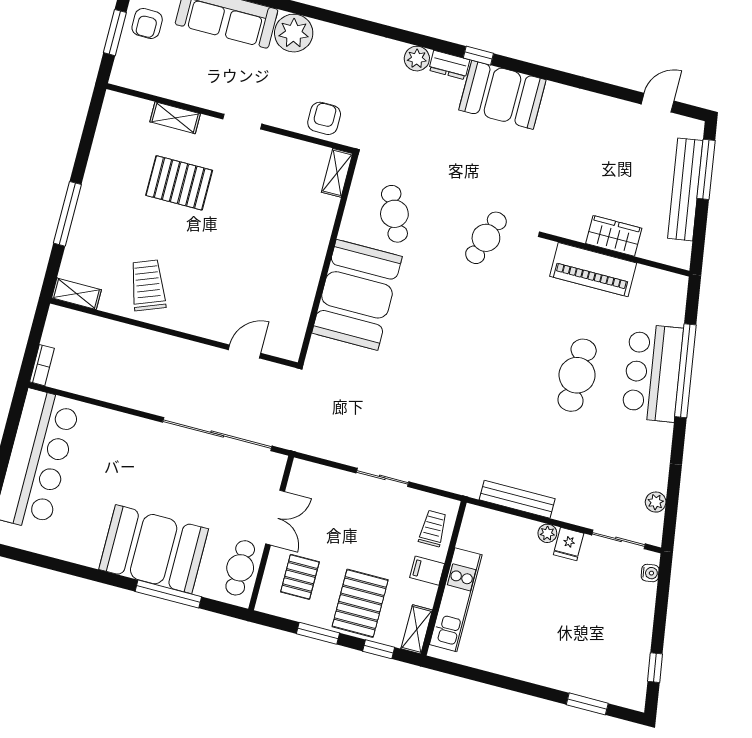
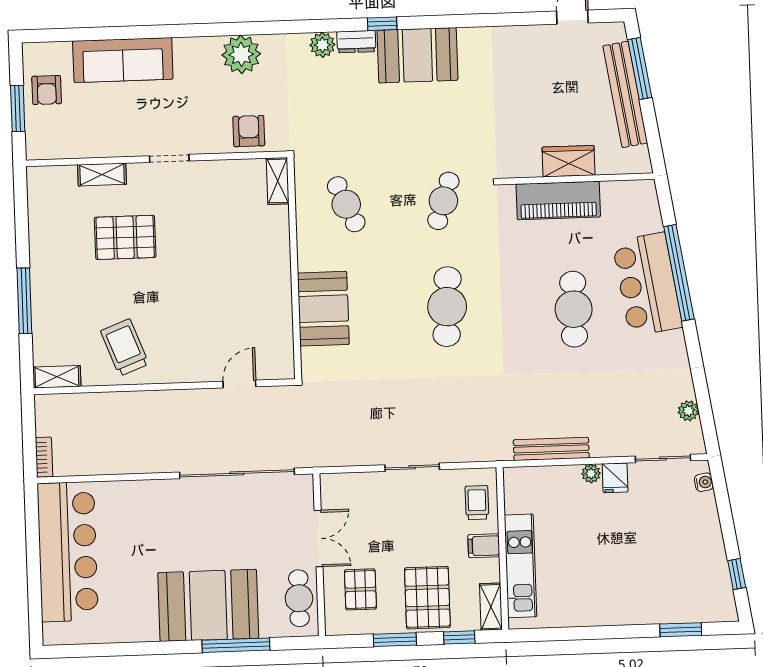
plant: (294, 33) -> (241, 54), moved
booth: (357, 295) -> (323, 309), width x0.73, depth x0.70
cafe table: (460, 337) -> (447, 307), added

